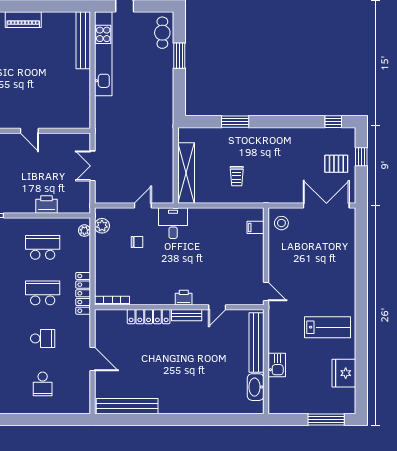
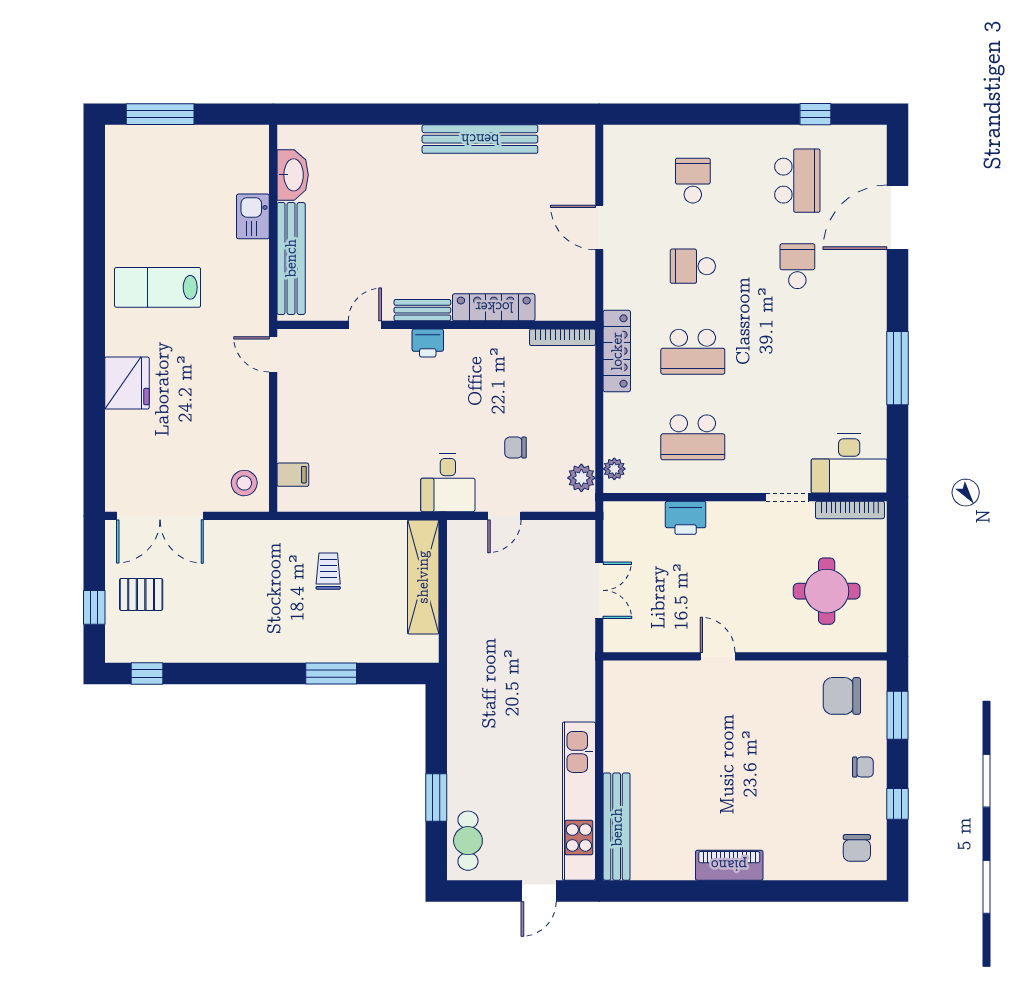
fridge: (344, 373) -> (127, 383), moved
bench: (127, 406) -> (480, 139), moved

